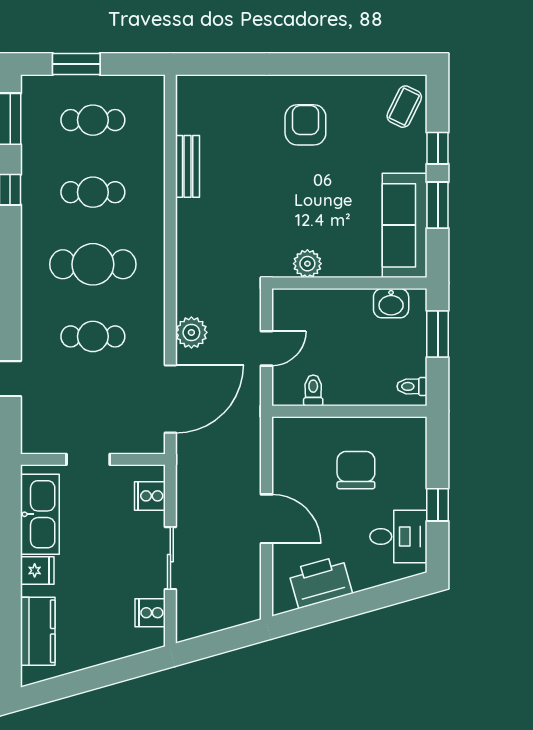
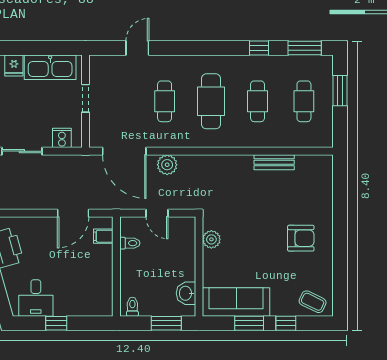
filing cabinet: (302, 432) -> (103, 236), added
chair: (356, 470) -> (79, 271), removed
door: (267, 519) -> (73, 213), moved

